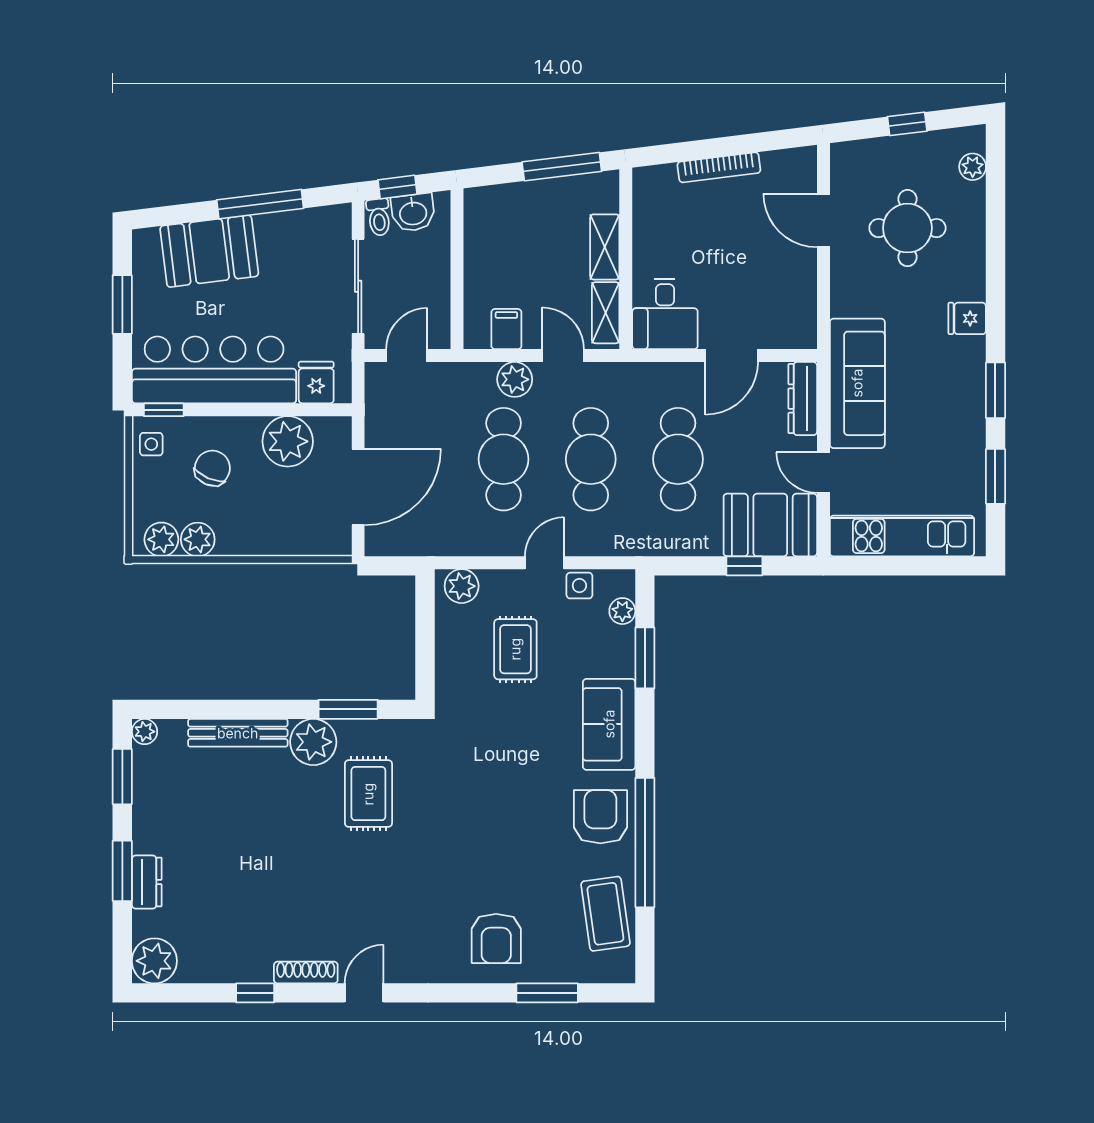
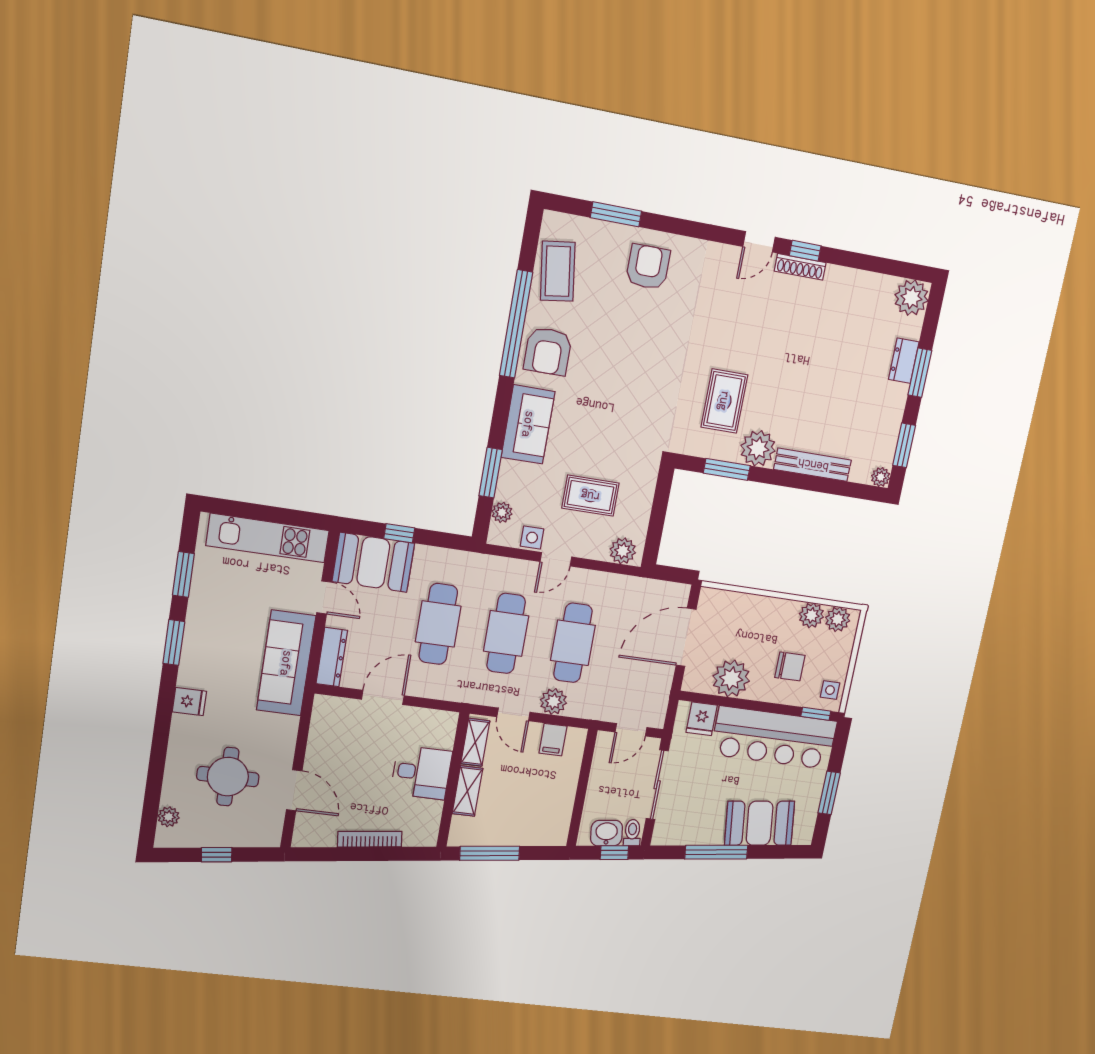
desk: (665, 314) -> (421, 772), moved, turned 90
chair: (212, 468) -> (790, 666), turned -113
rug: (515, 649) -> (590, 496), turned 90
window: (255, 993) -> (805, 251), moved

